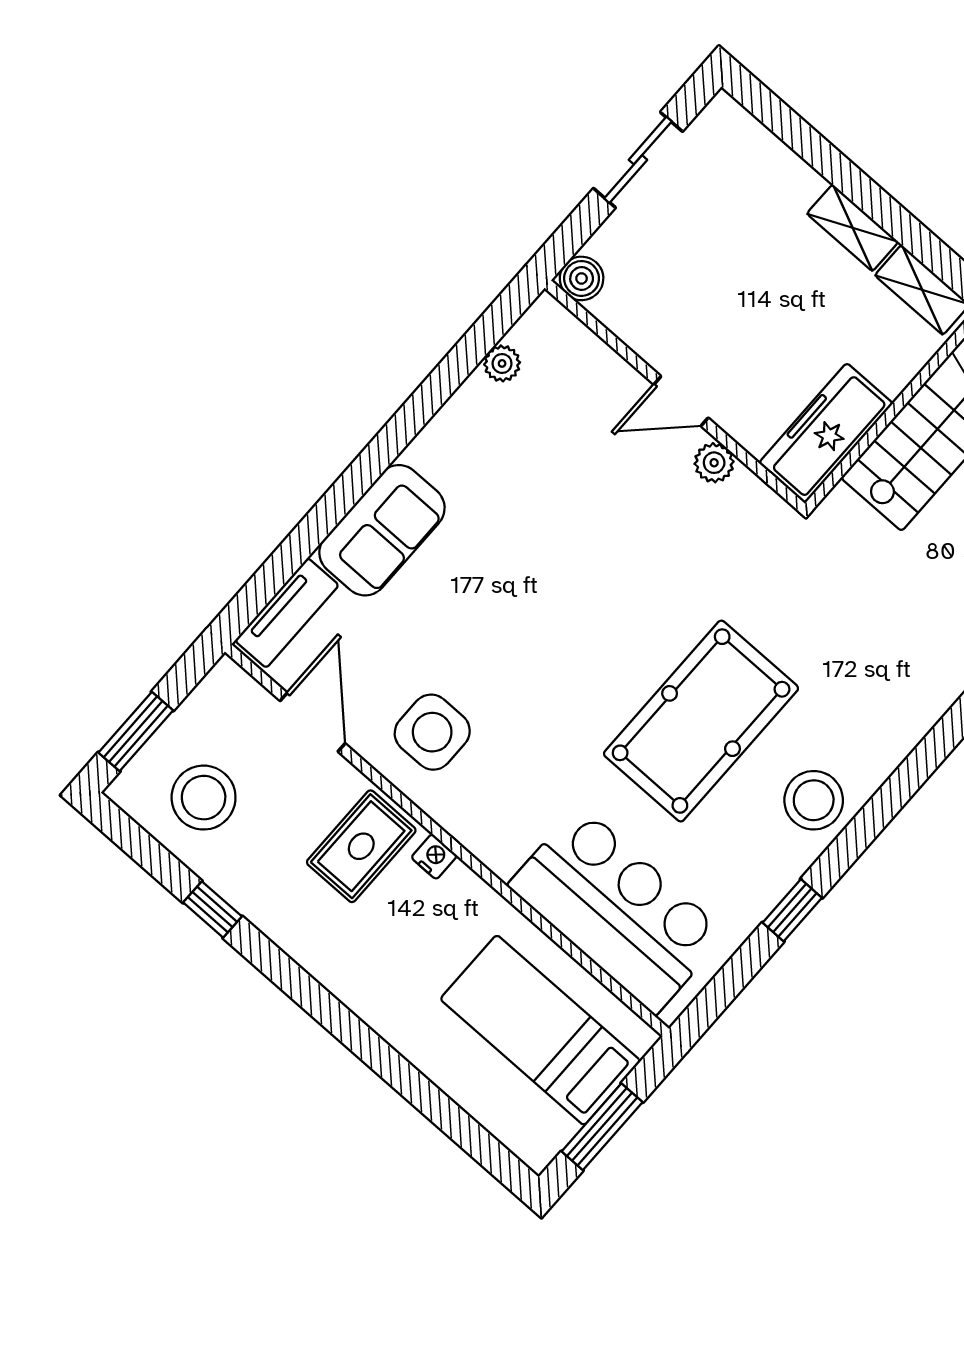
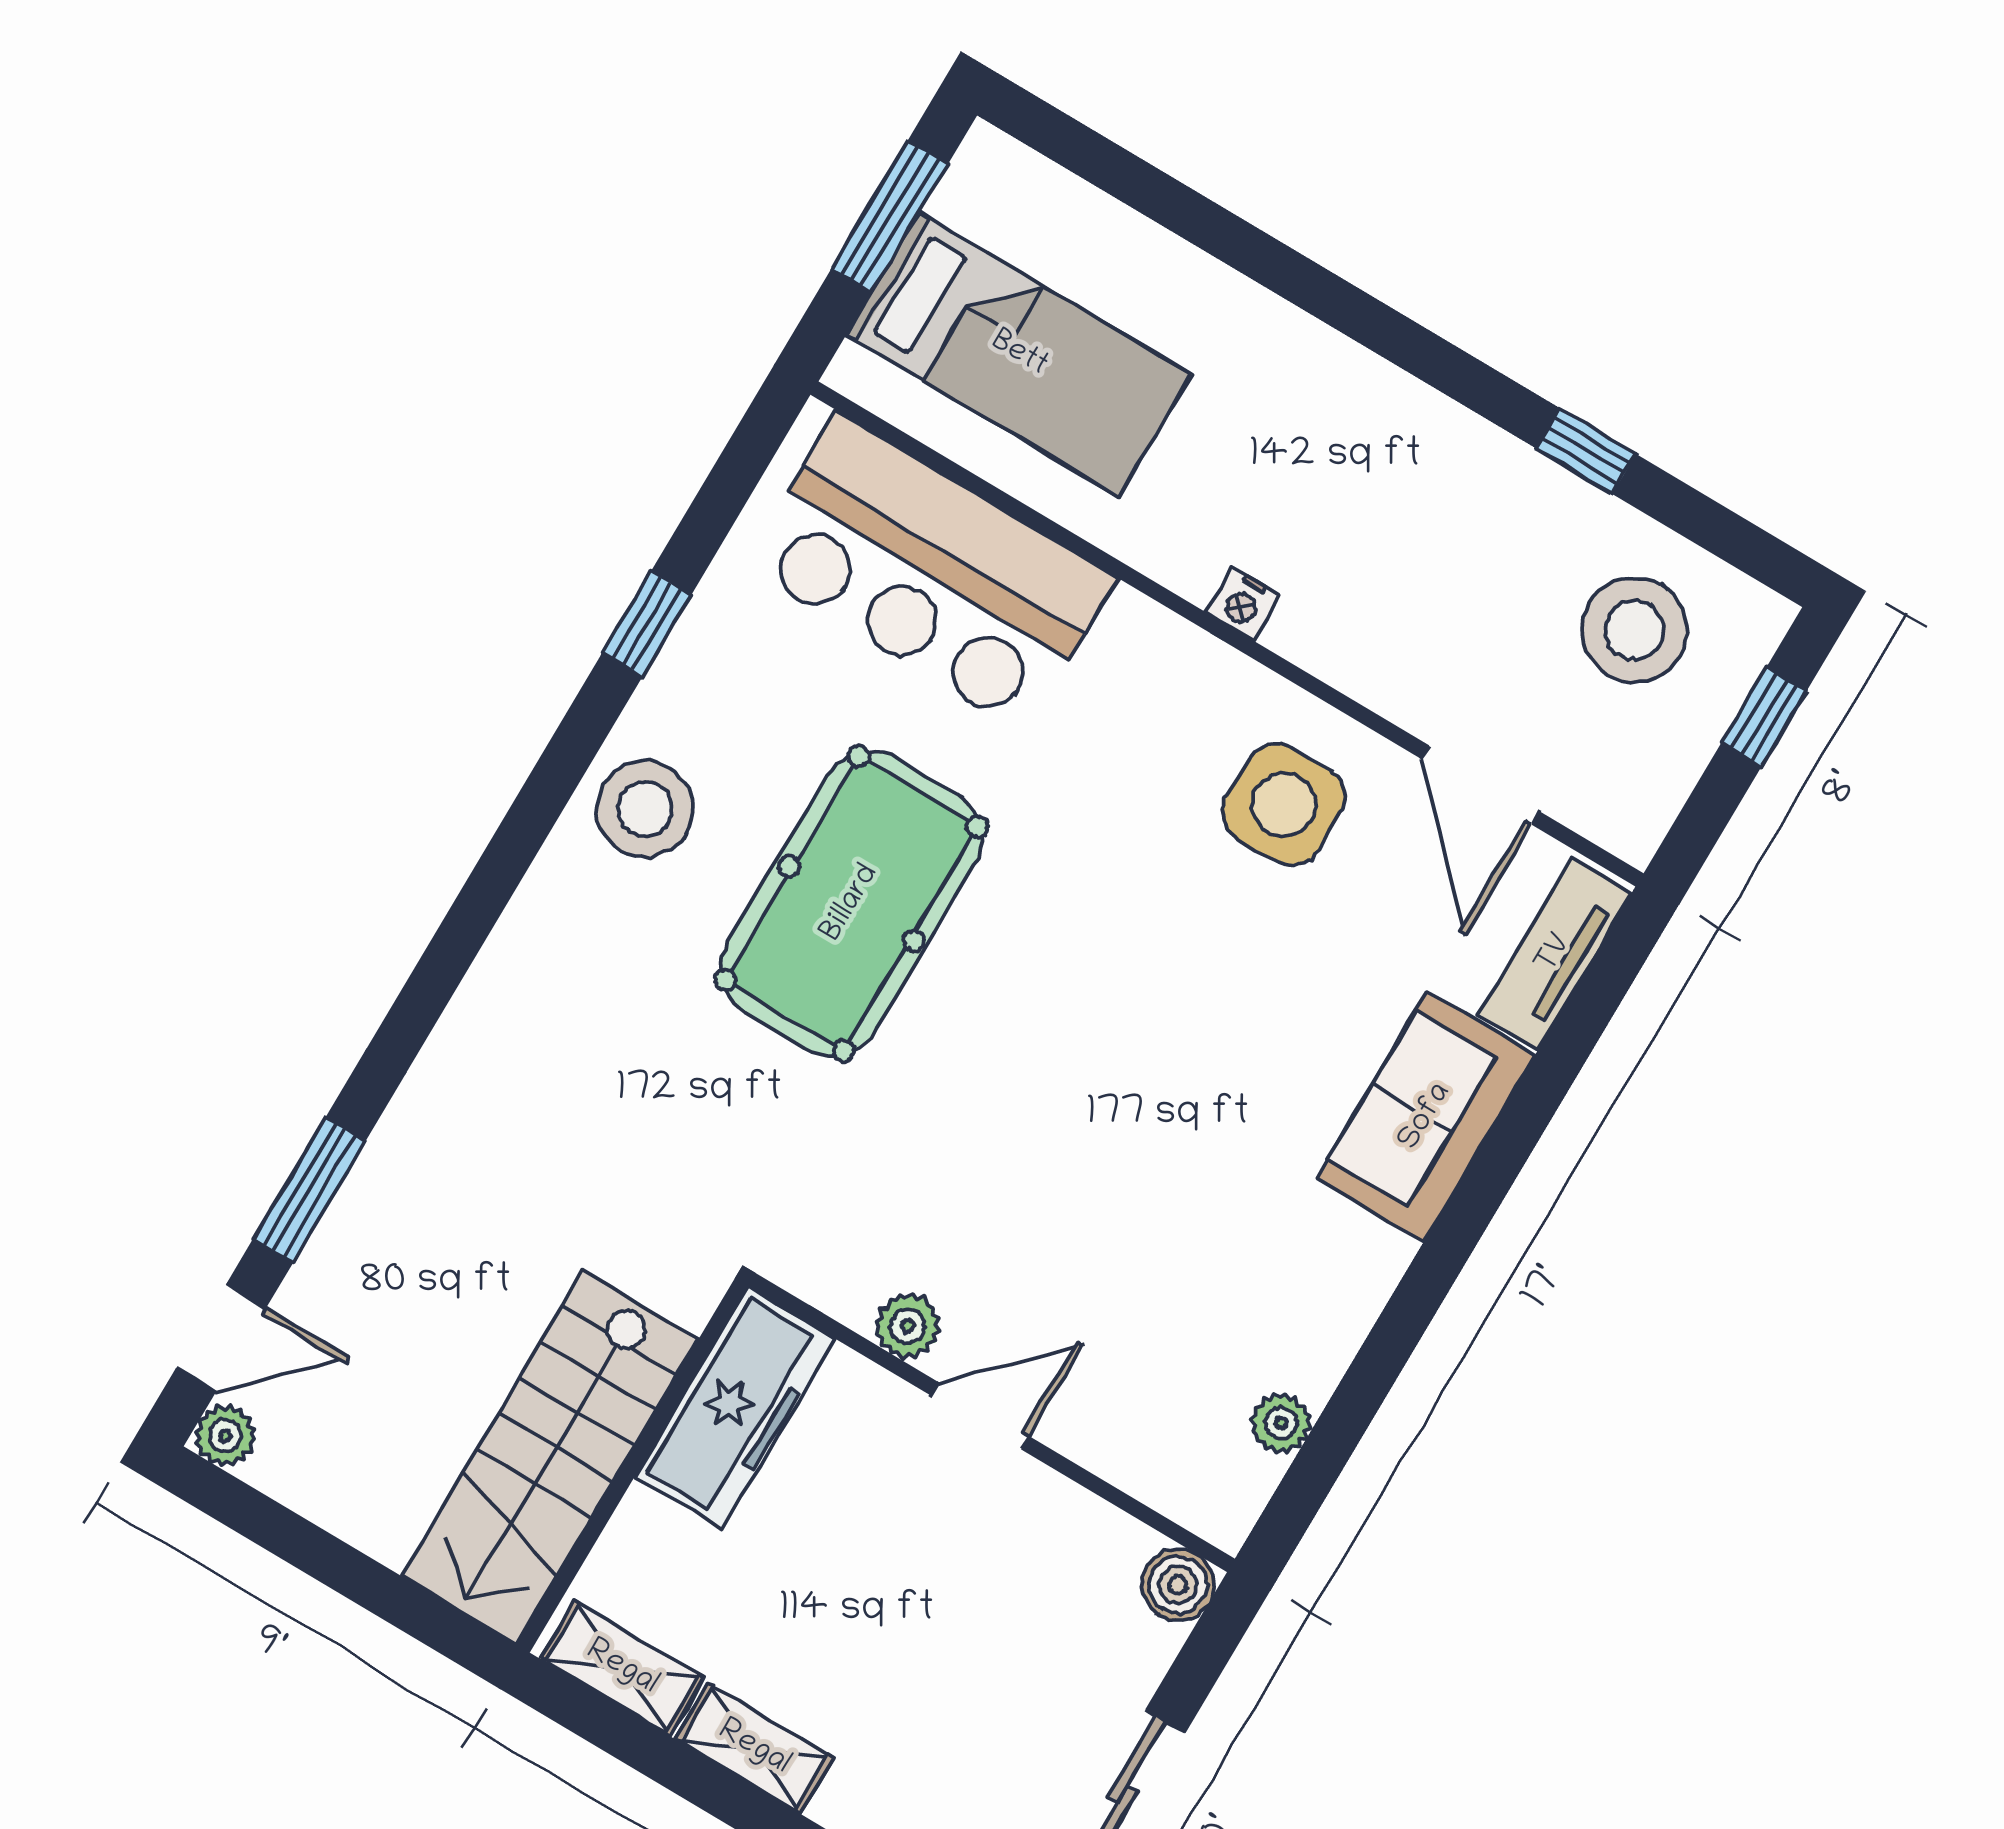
window: (136, 732) -> (1764, 717), width x0.67
rug: (361, 846) -> (1364, 598), removed

